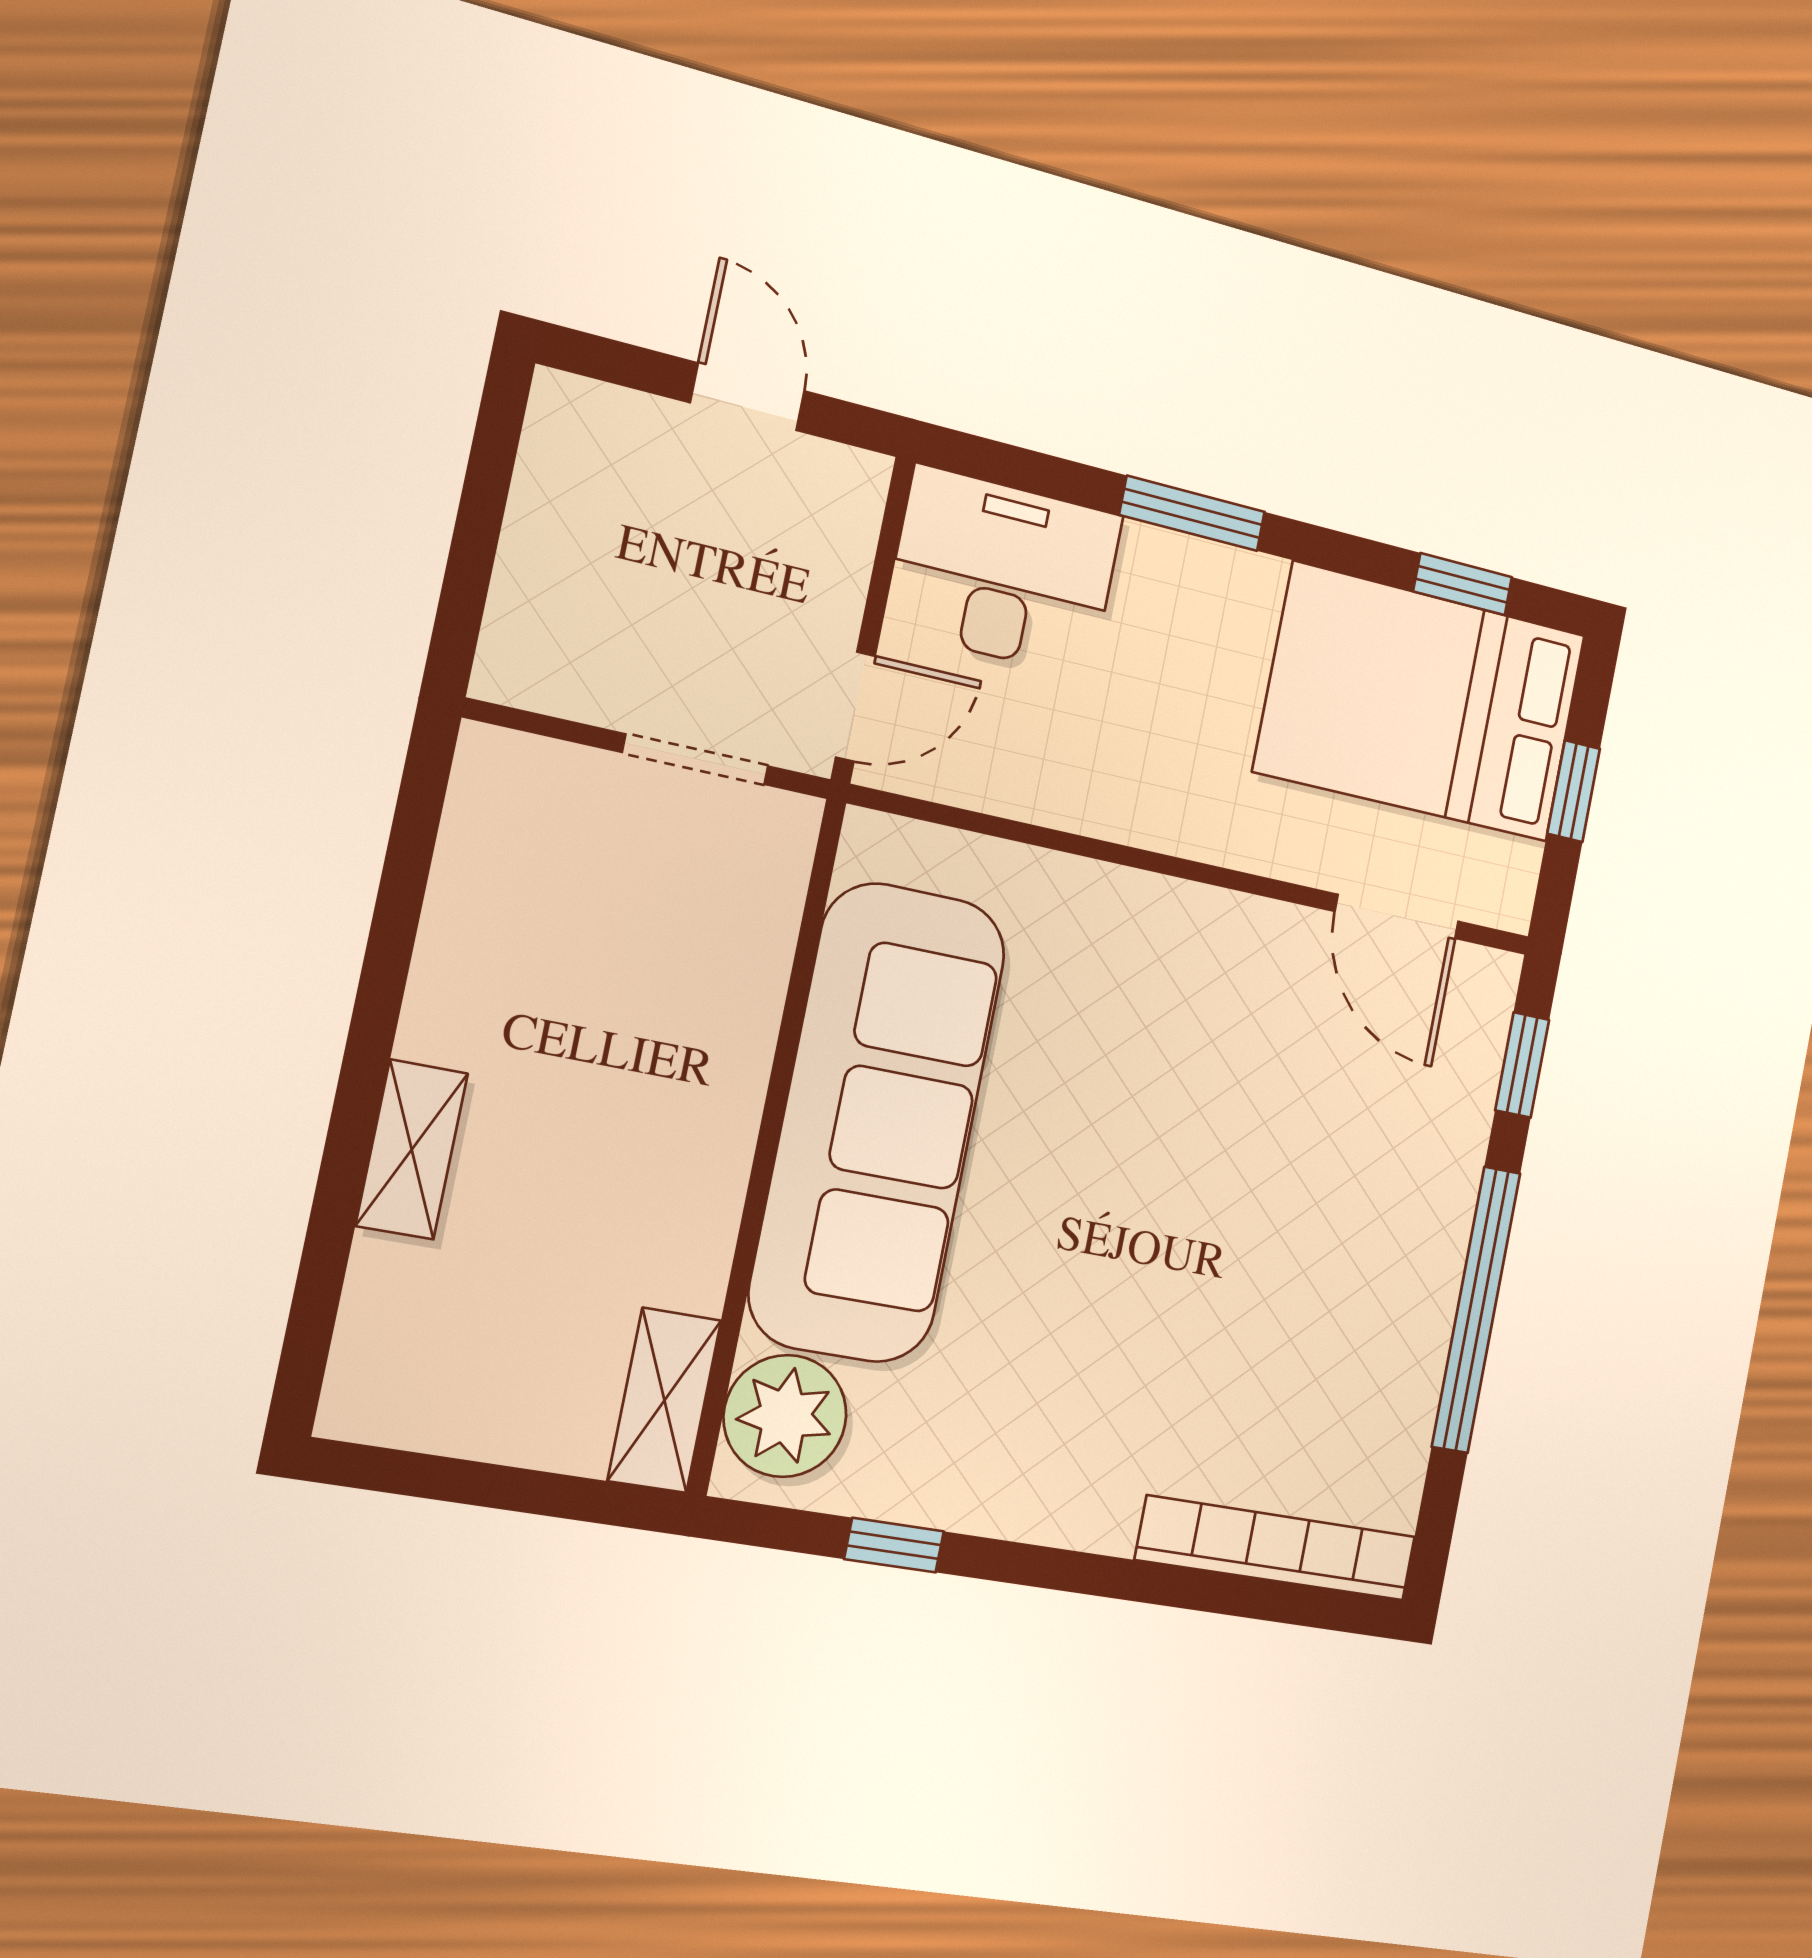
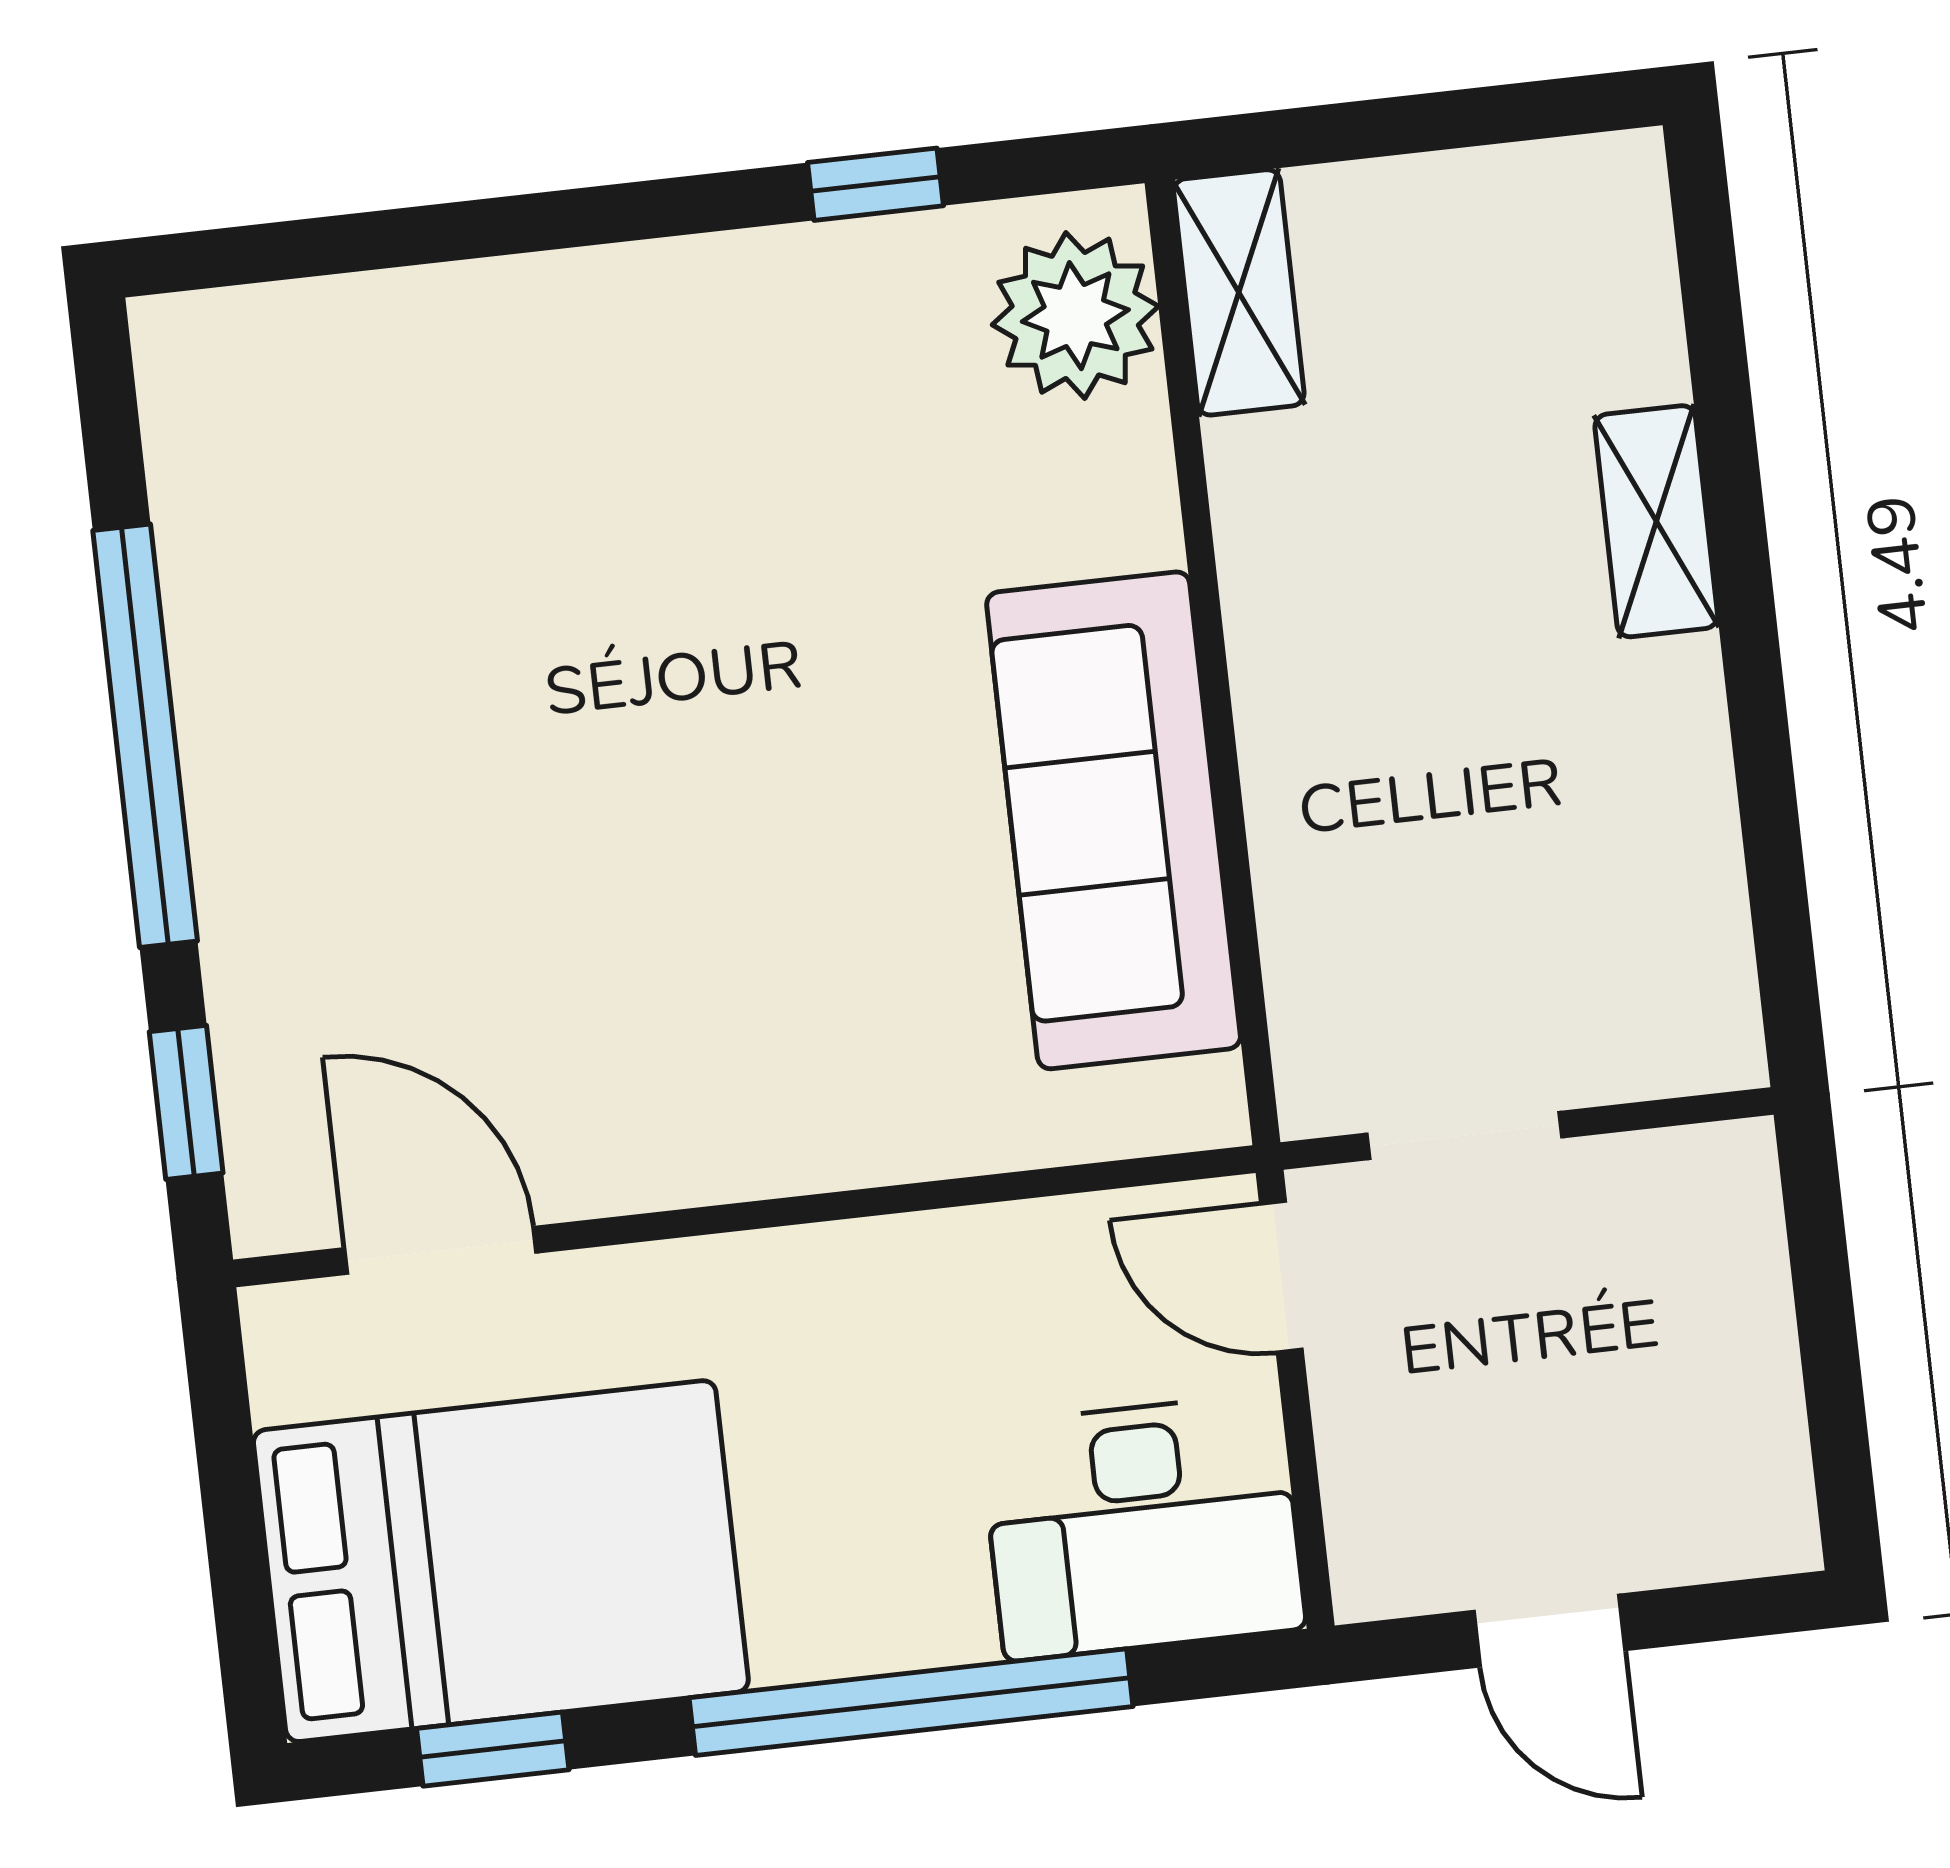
window: (1192, 513) -> (911, 1702), width x2.11
door: (855, 707) -> (1281, 1277), hinge flipped
window: (1574, 791) -> (233, 1517), removed
sofa: (878, 1123) -> (1114, 820), width x0.74, depth x0.79
bookcase: (1276, 1548) -> (336, 321), removed

